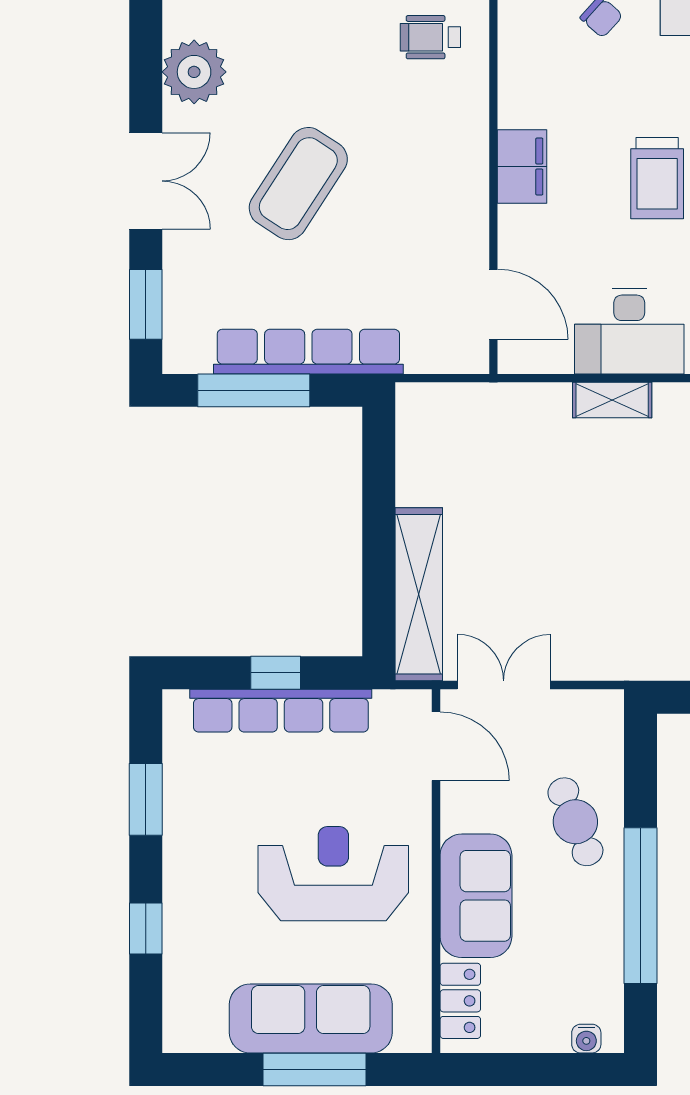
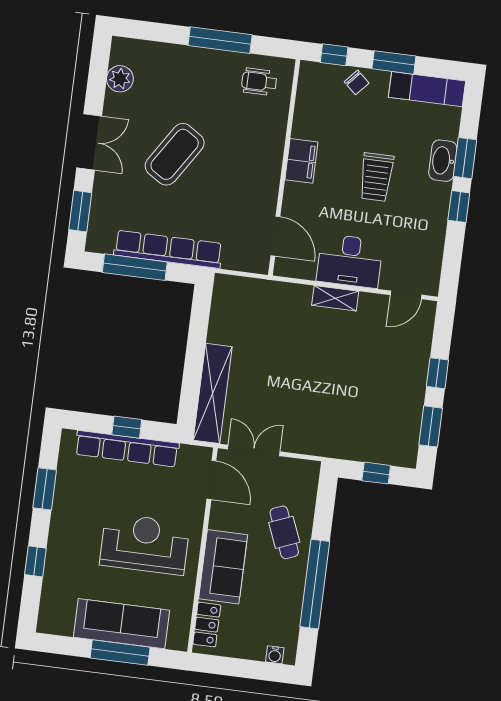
plant: (194, 72) -> (120, 79), width x0.73, depth x0.73

